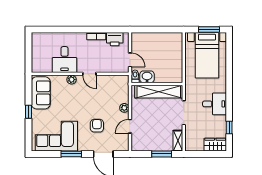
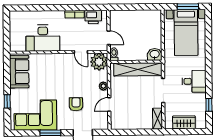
desk: (64, 60) -> (43, 38), width x1.37
door: (89, 74) -> (81, 52), moved
washbasin: (147, 77) -> (155, 54), moved
plant: (72, 80) -> (99, 62), moved, width x1.87, depth x1.87
window: (29, 112) -> (7, 101), moved
wardrobe: (215, 145) -> (184, 122), moved
window: (162, 154) -> (141, 132), removed

